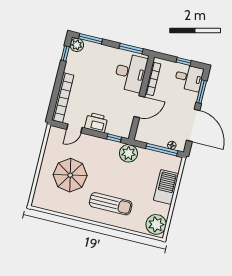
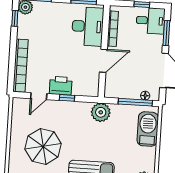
window: (114, 138) -> (67, 98), moved
barbecue: (166, 187) -> (148, 129), moved

